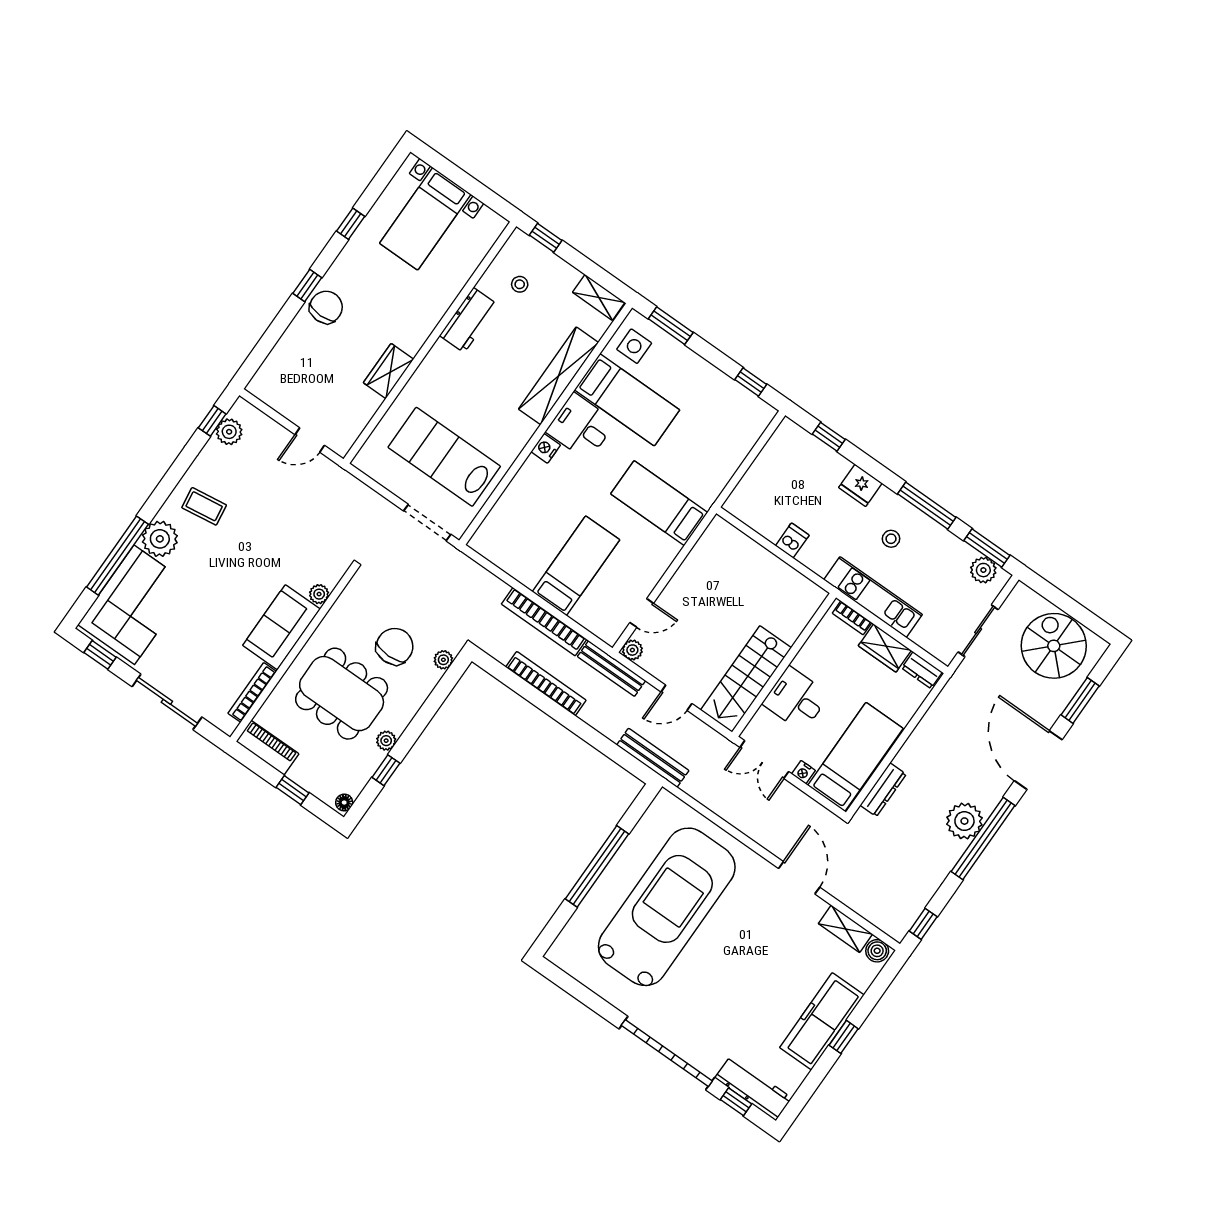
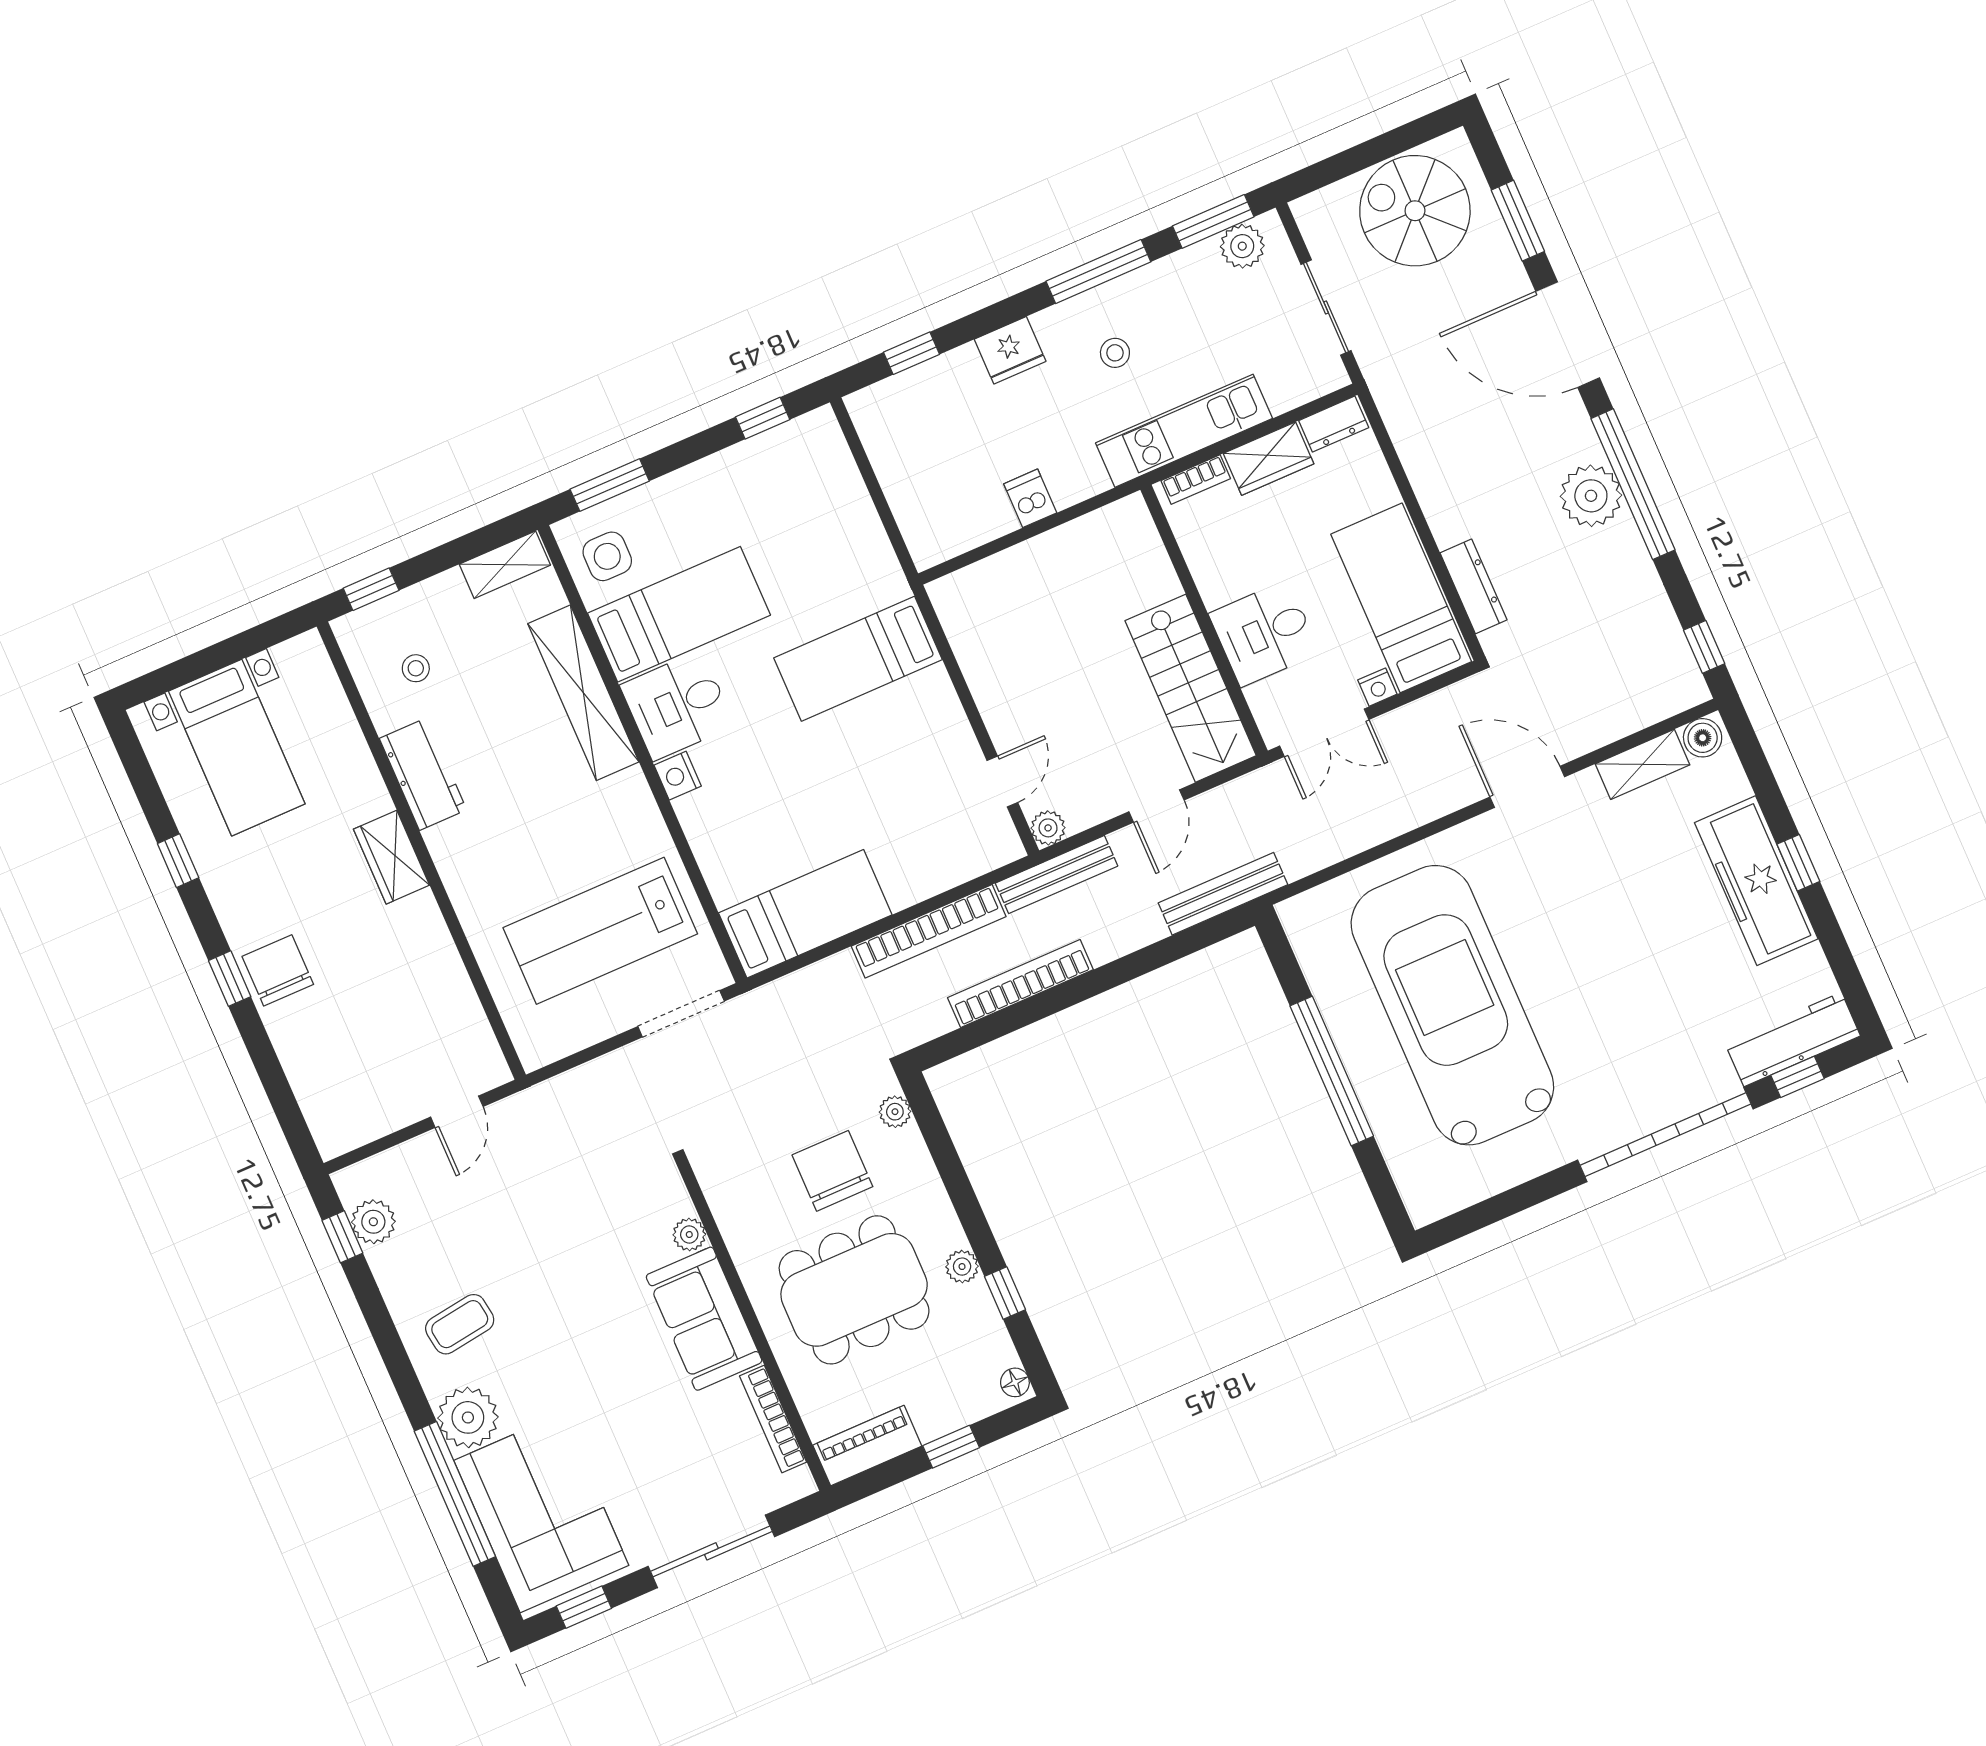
wardrobe: (389, 371) -> (392, 857), moved
bed: (576, 566) -> (805, 914), moved, turned 90

